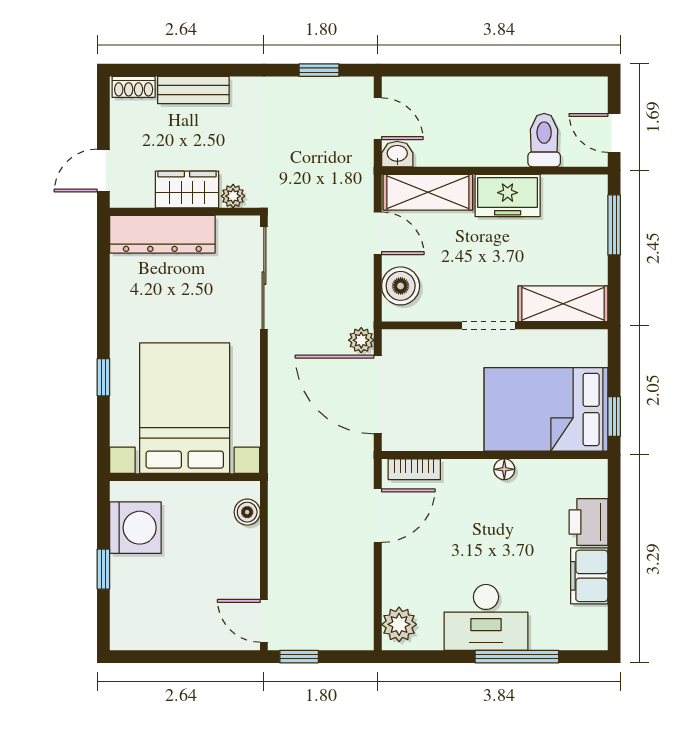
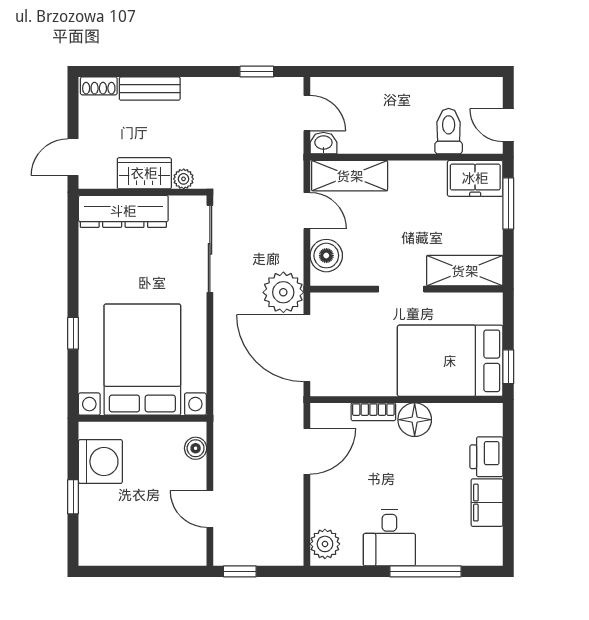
freezer: (508, 195) -> (475, 178), moved
plant: (361, 340) -> (283, 292), width x1.88, depth x1.88
bookcase: (414, 469) -> (373, 412), moved
floor lamp: (504, 469) -> (415, 420), width x1.89, depth x1.89
desk: (486, 617) -> (389, 538), width x0.73
door: (264, 621) -> (210, 509), moved

